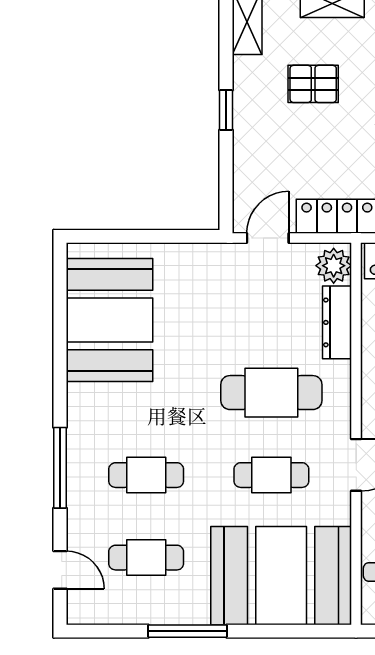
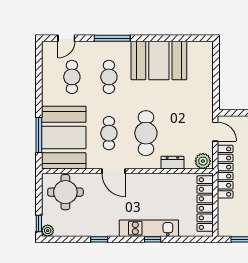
booth: (109, 320) -> (159, 60), moved
dresser: (337, 322) -> (172, 163), width x0.70
window: (187, 631) -> (39, 135), moved

